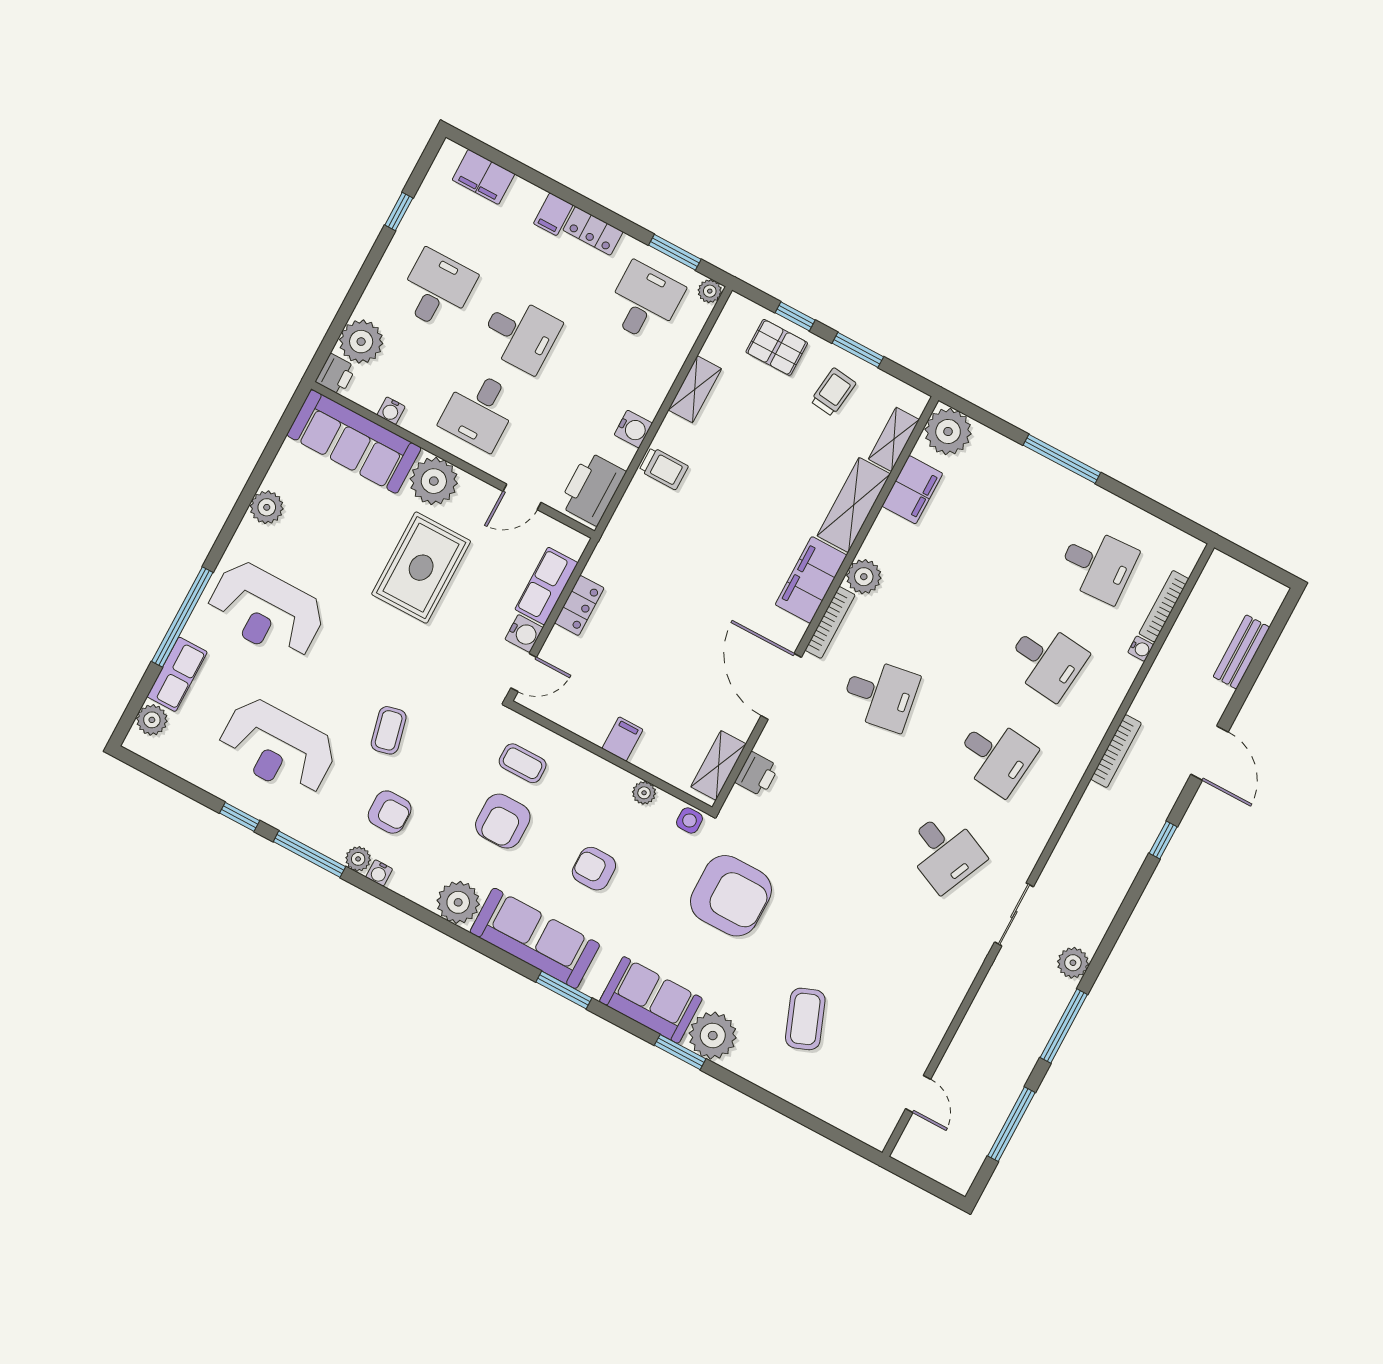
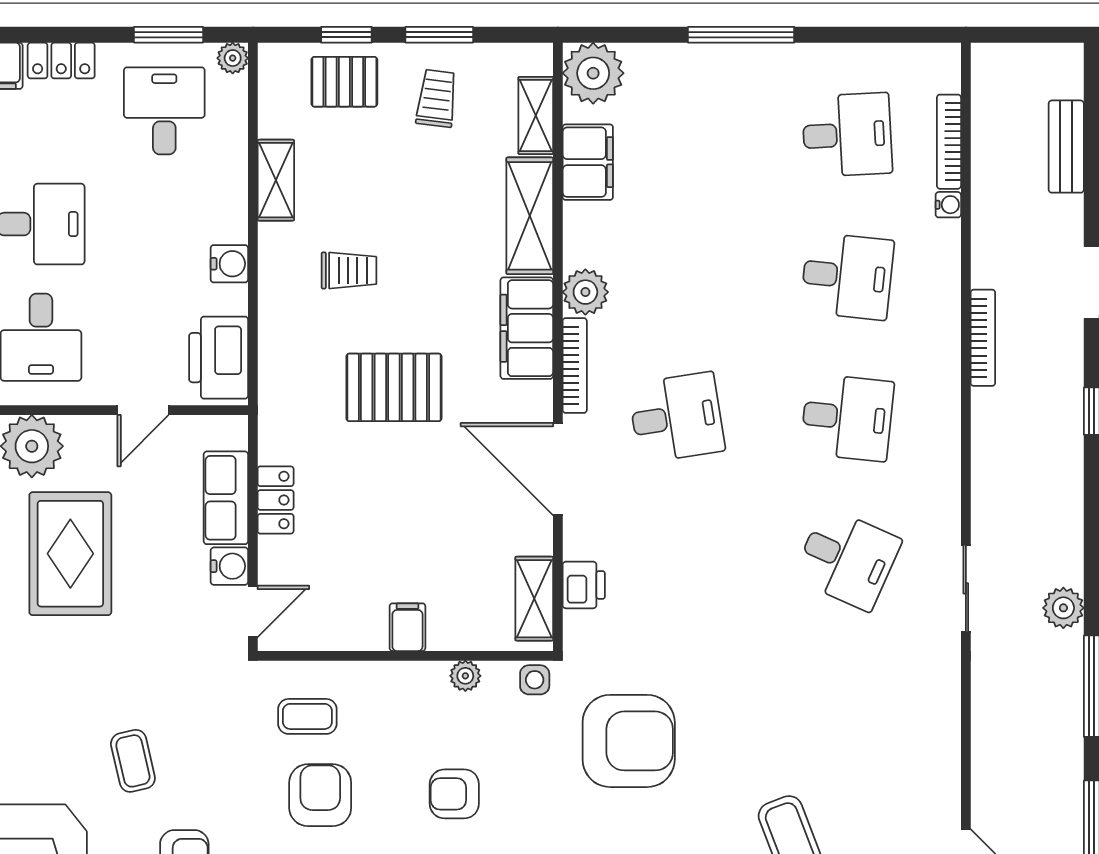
trolley: (664, 468) -> (349, 270), moved
pallet: (700, 572) -> (394, 387), added
armchair: (503, 821) -> (320, 795), turned 180

